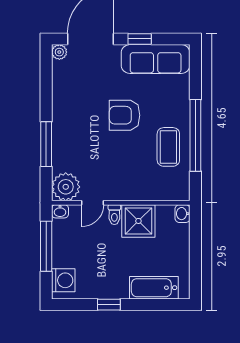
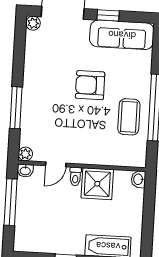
plant: (66, 187) -> (25, 154), width x0.53, depth x0.53
washing machine: (63, 280) -> (25, 235), removed

